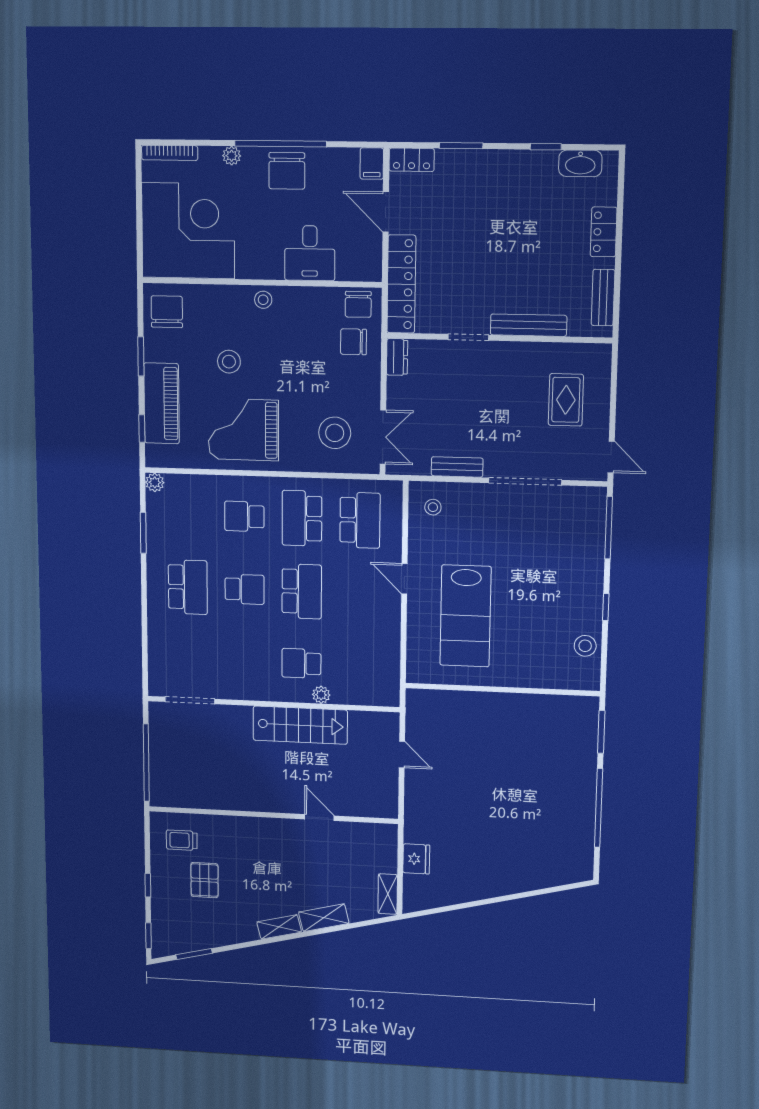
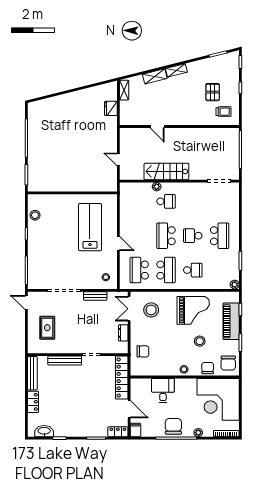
bench: (603, 298) -> (32, 373), width x1.36
chair: (358, 304) -> (208, 368), moved
dresser: (397, 357) -> (123, 333), moved
school desk: (188, 587) -> (220, 236), turned 180

